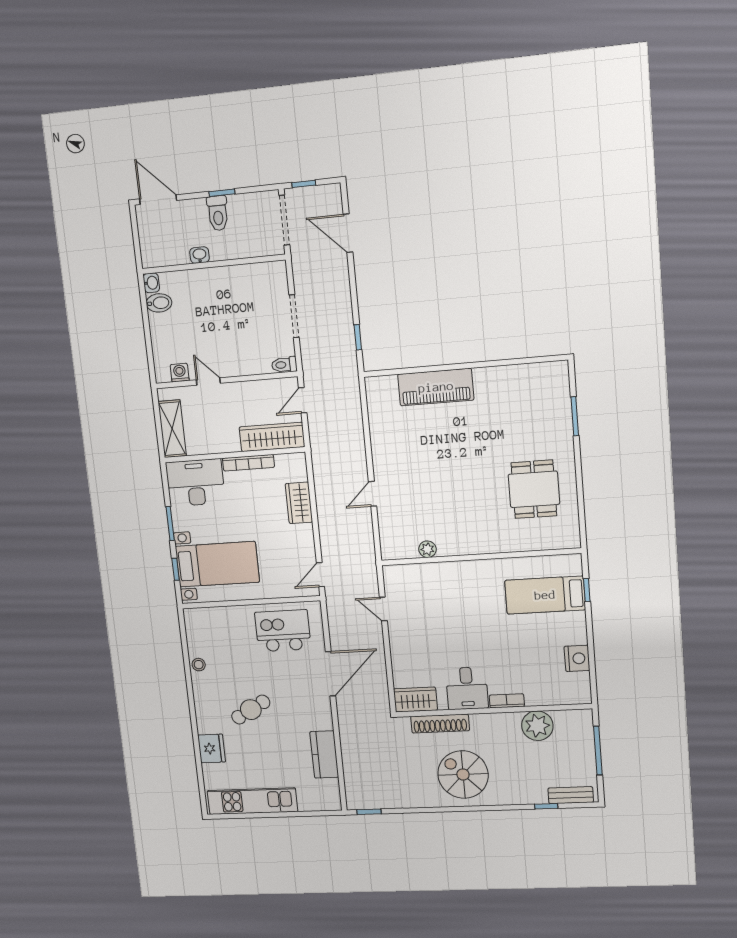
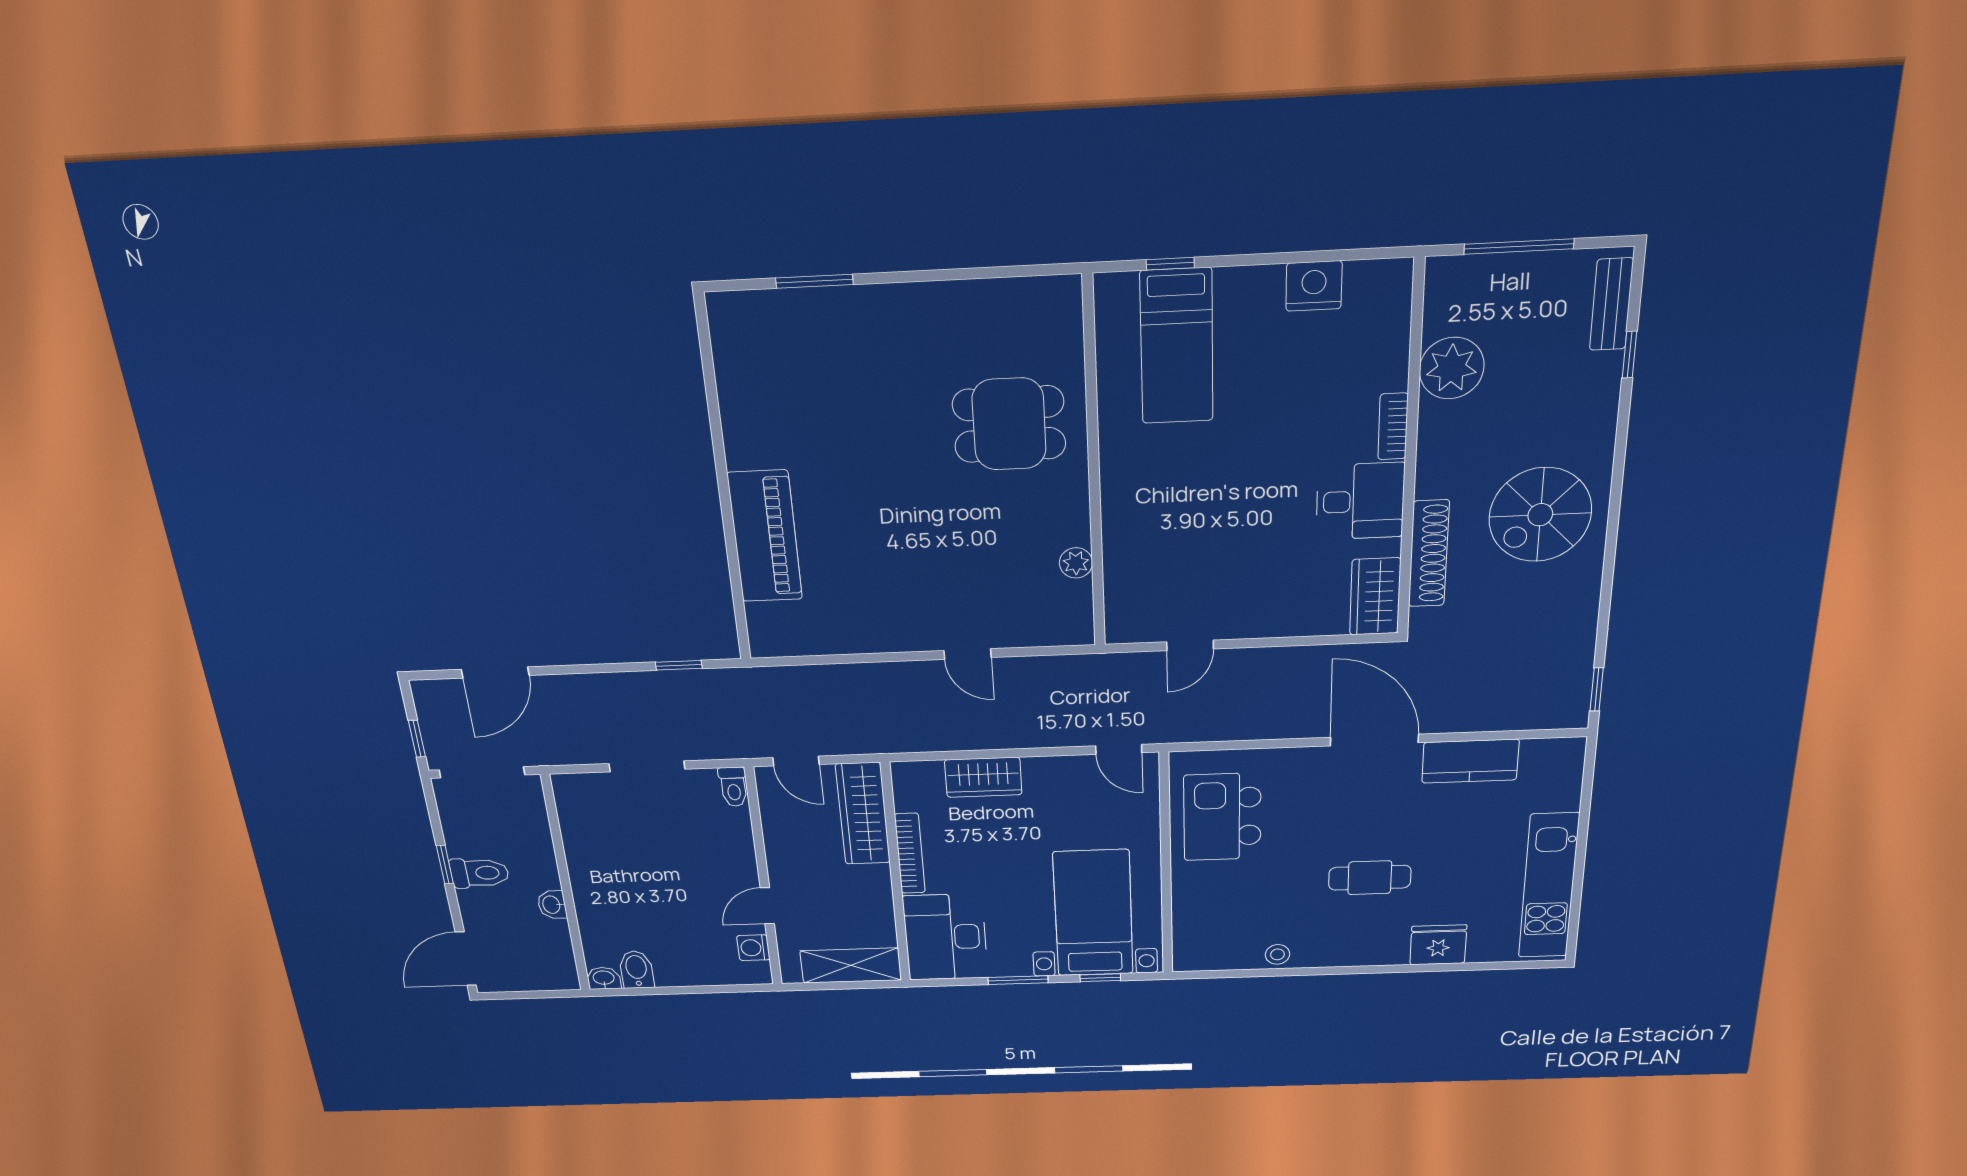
dining table: (534, 489) -> (1009, 424), moved
door: (330, 674) -> (1374, 740), moved
cafe table: (251, 710) -> (1370, 878), turned -61

